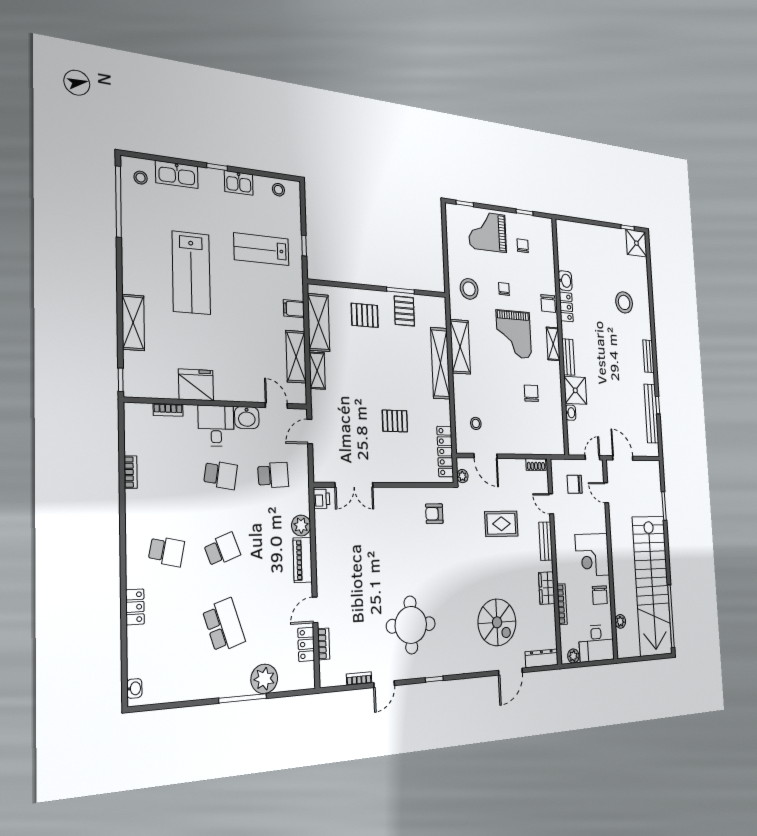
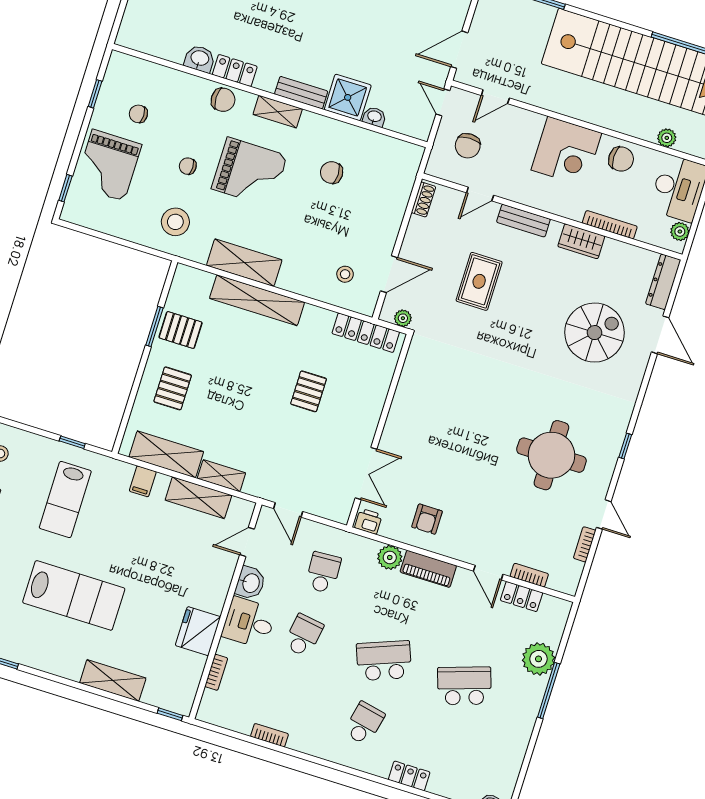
armchair: (434, 514) -> (427, 519), moved
school desk: (222, 550) -> (384, 661), width x1.85

